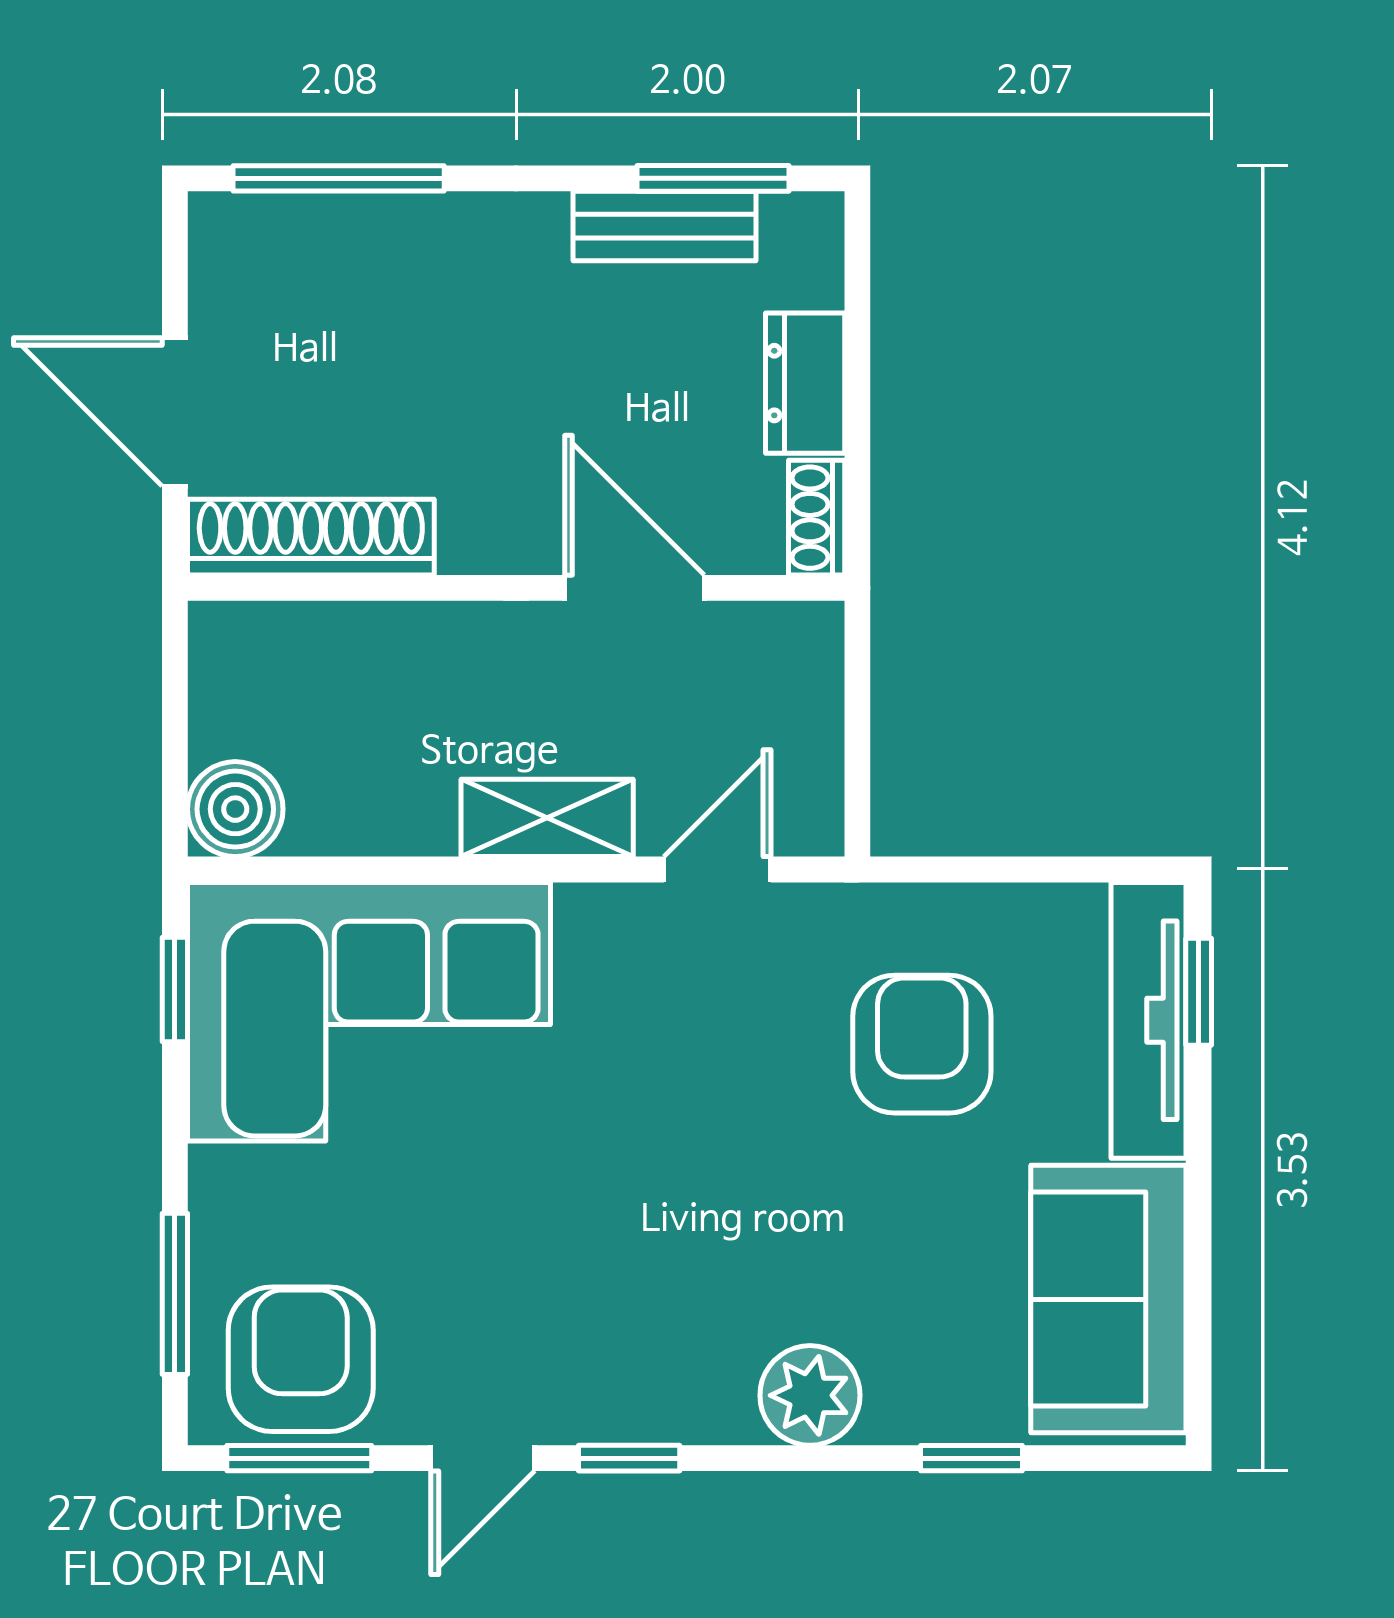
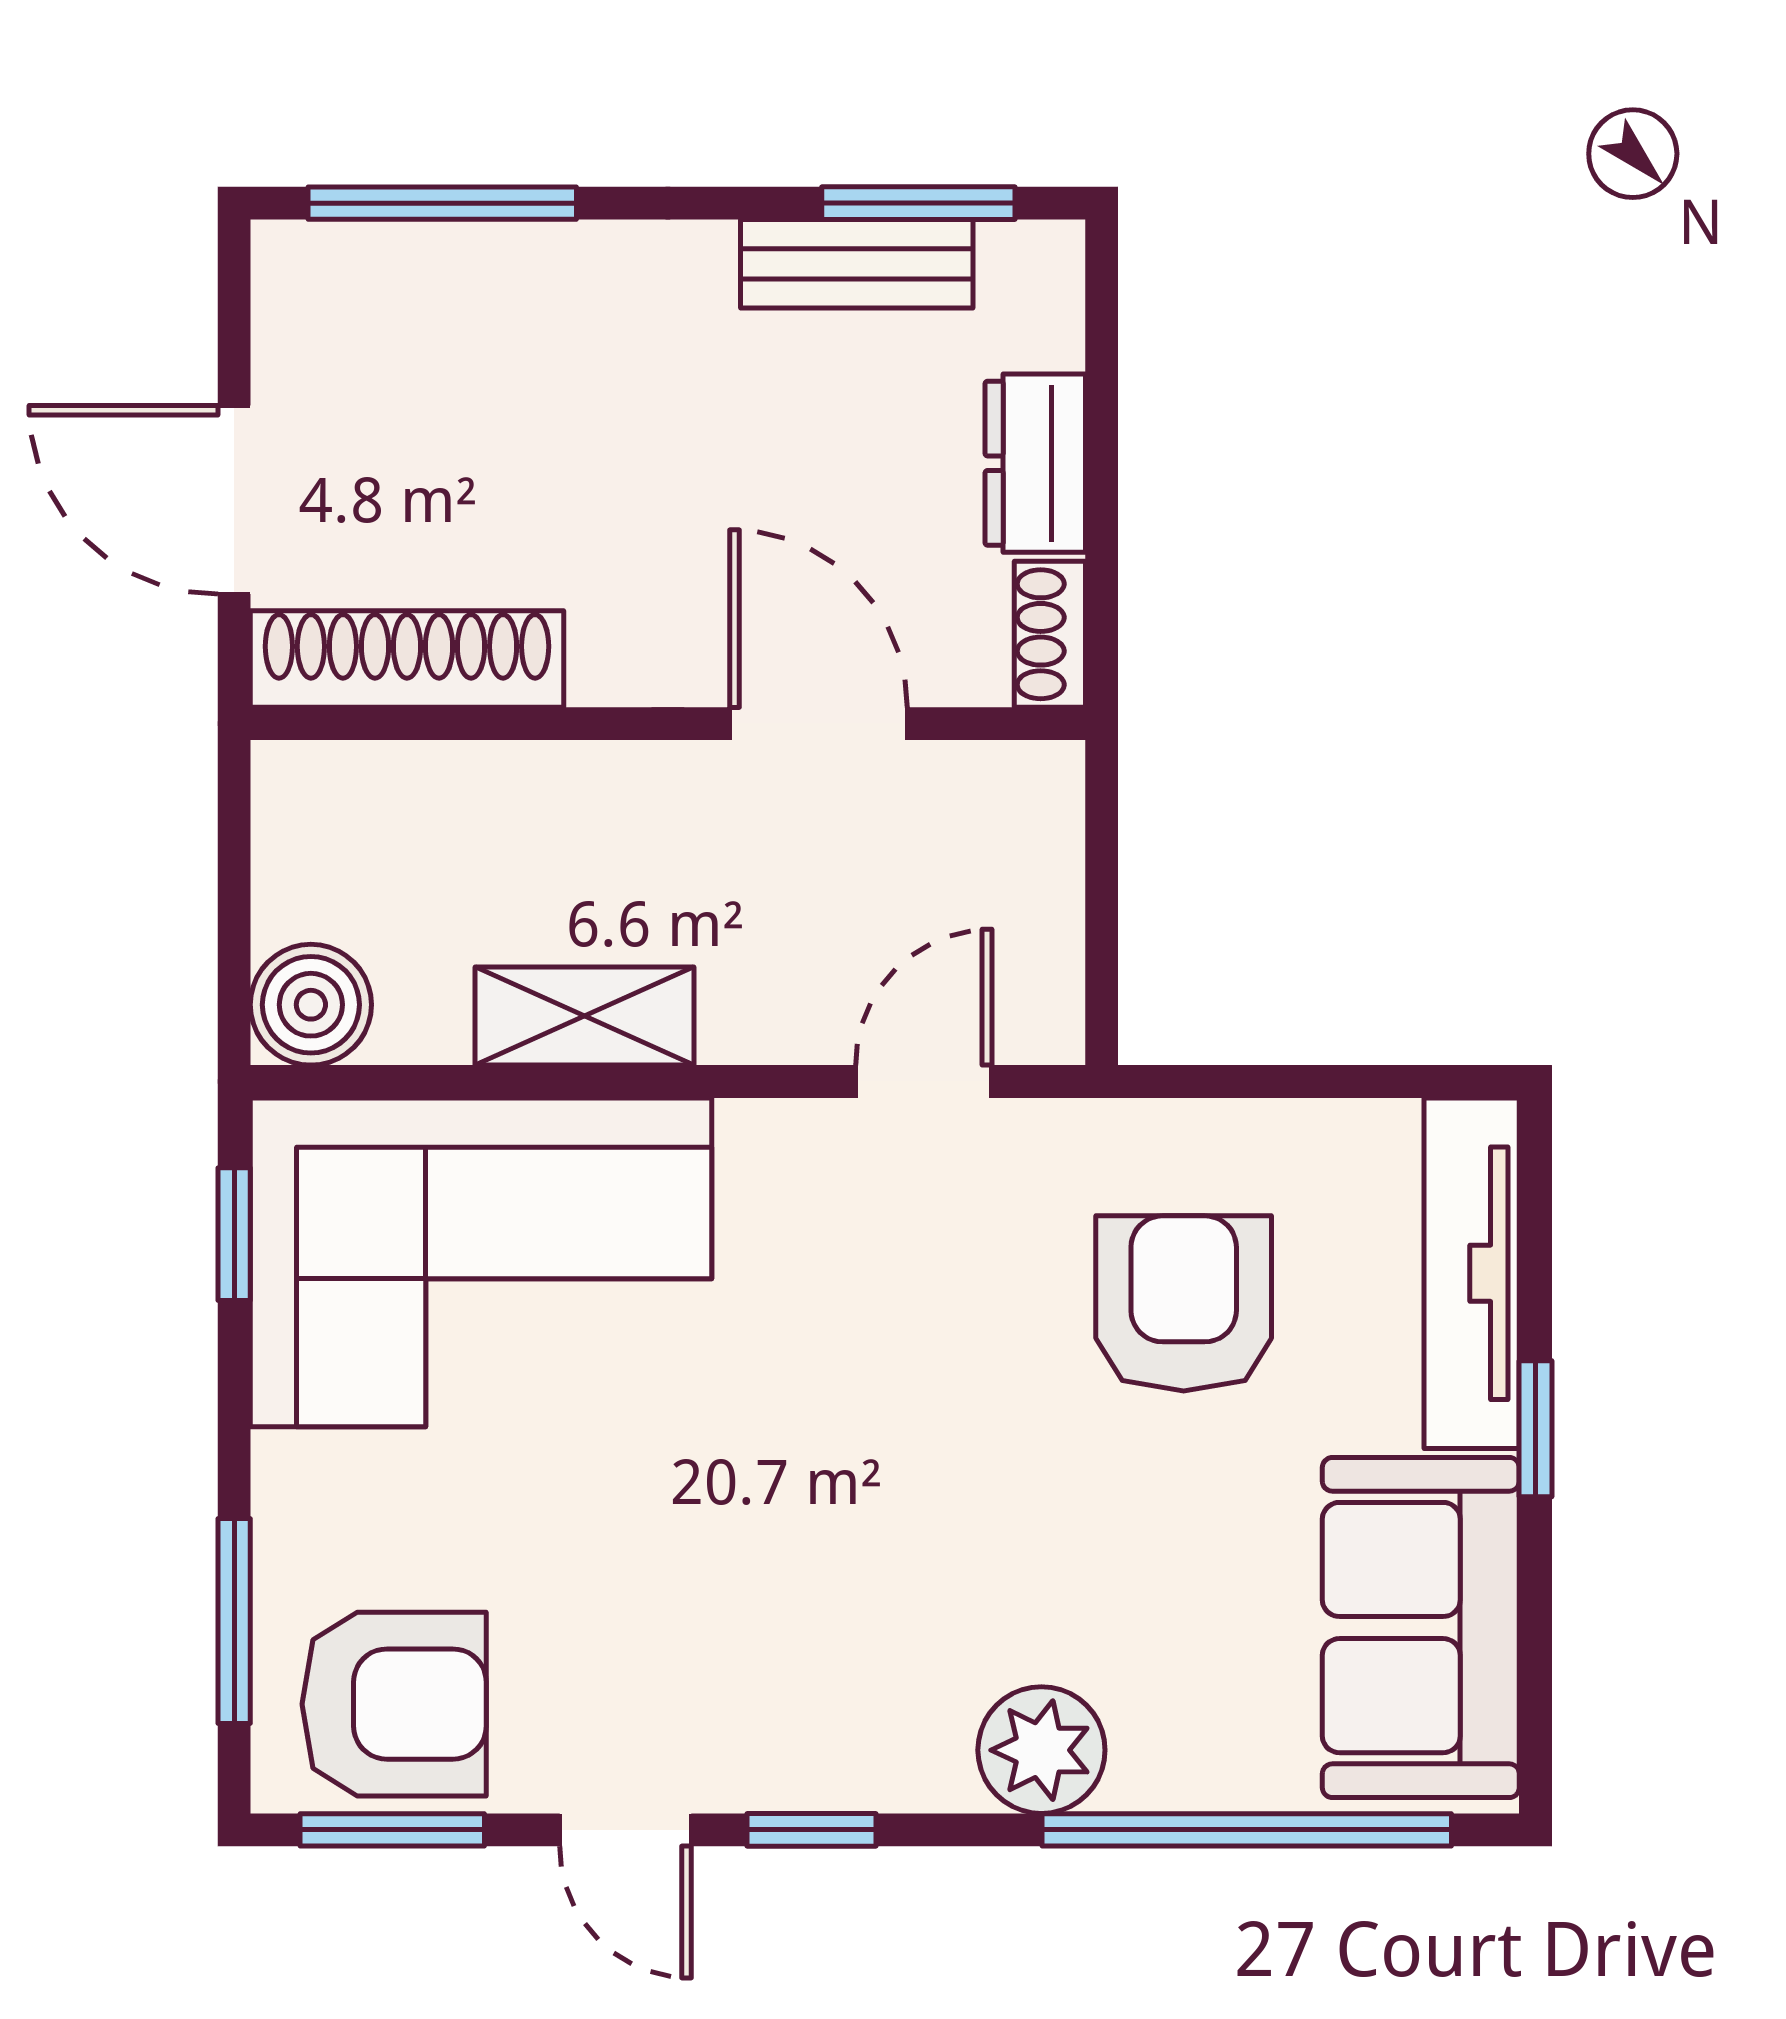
shelving: (547, 818) -> (584, 1016), moved
window: (1199, 992) -> (1535, 1429), moved
armchair: (301, 1359) -> (394, 1704), turned 90
door: (483, 1458) -> (626, 1830), hinge flipped
window: (971, 1458) -> (1247, 1830), width x3.17

